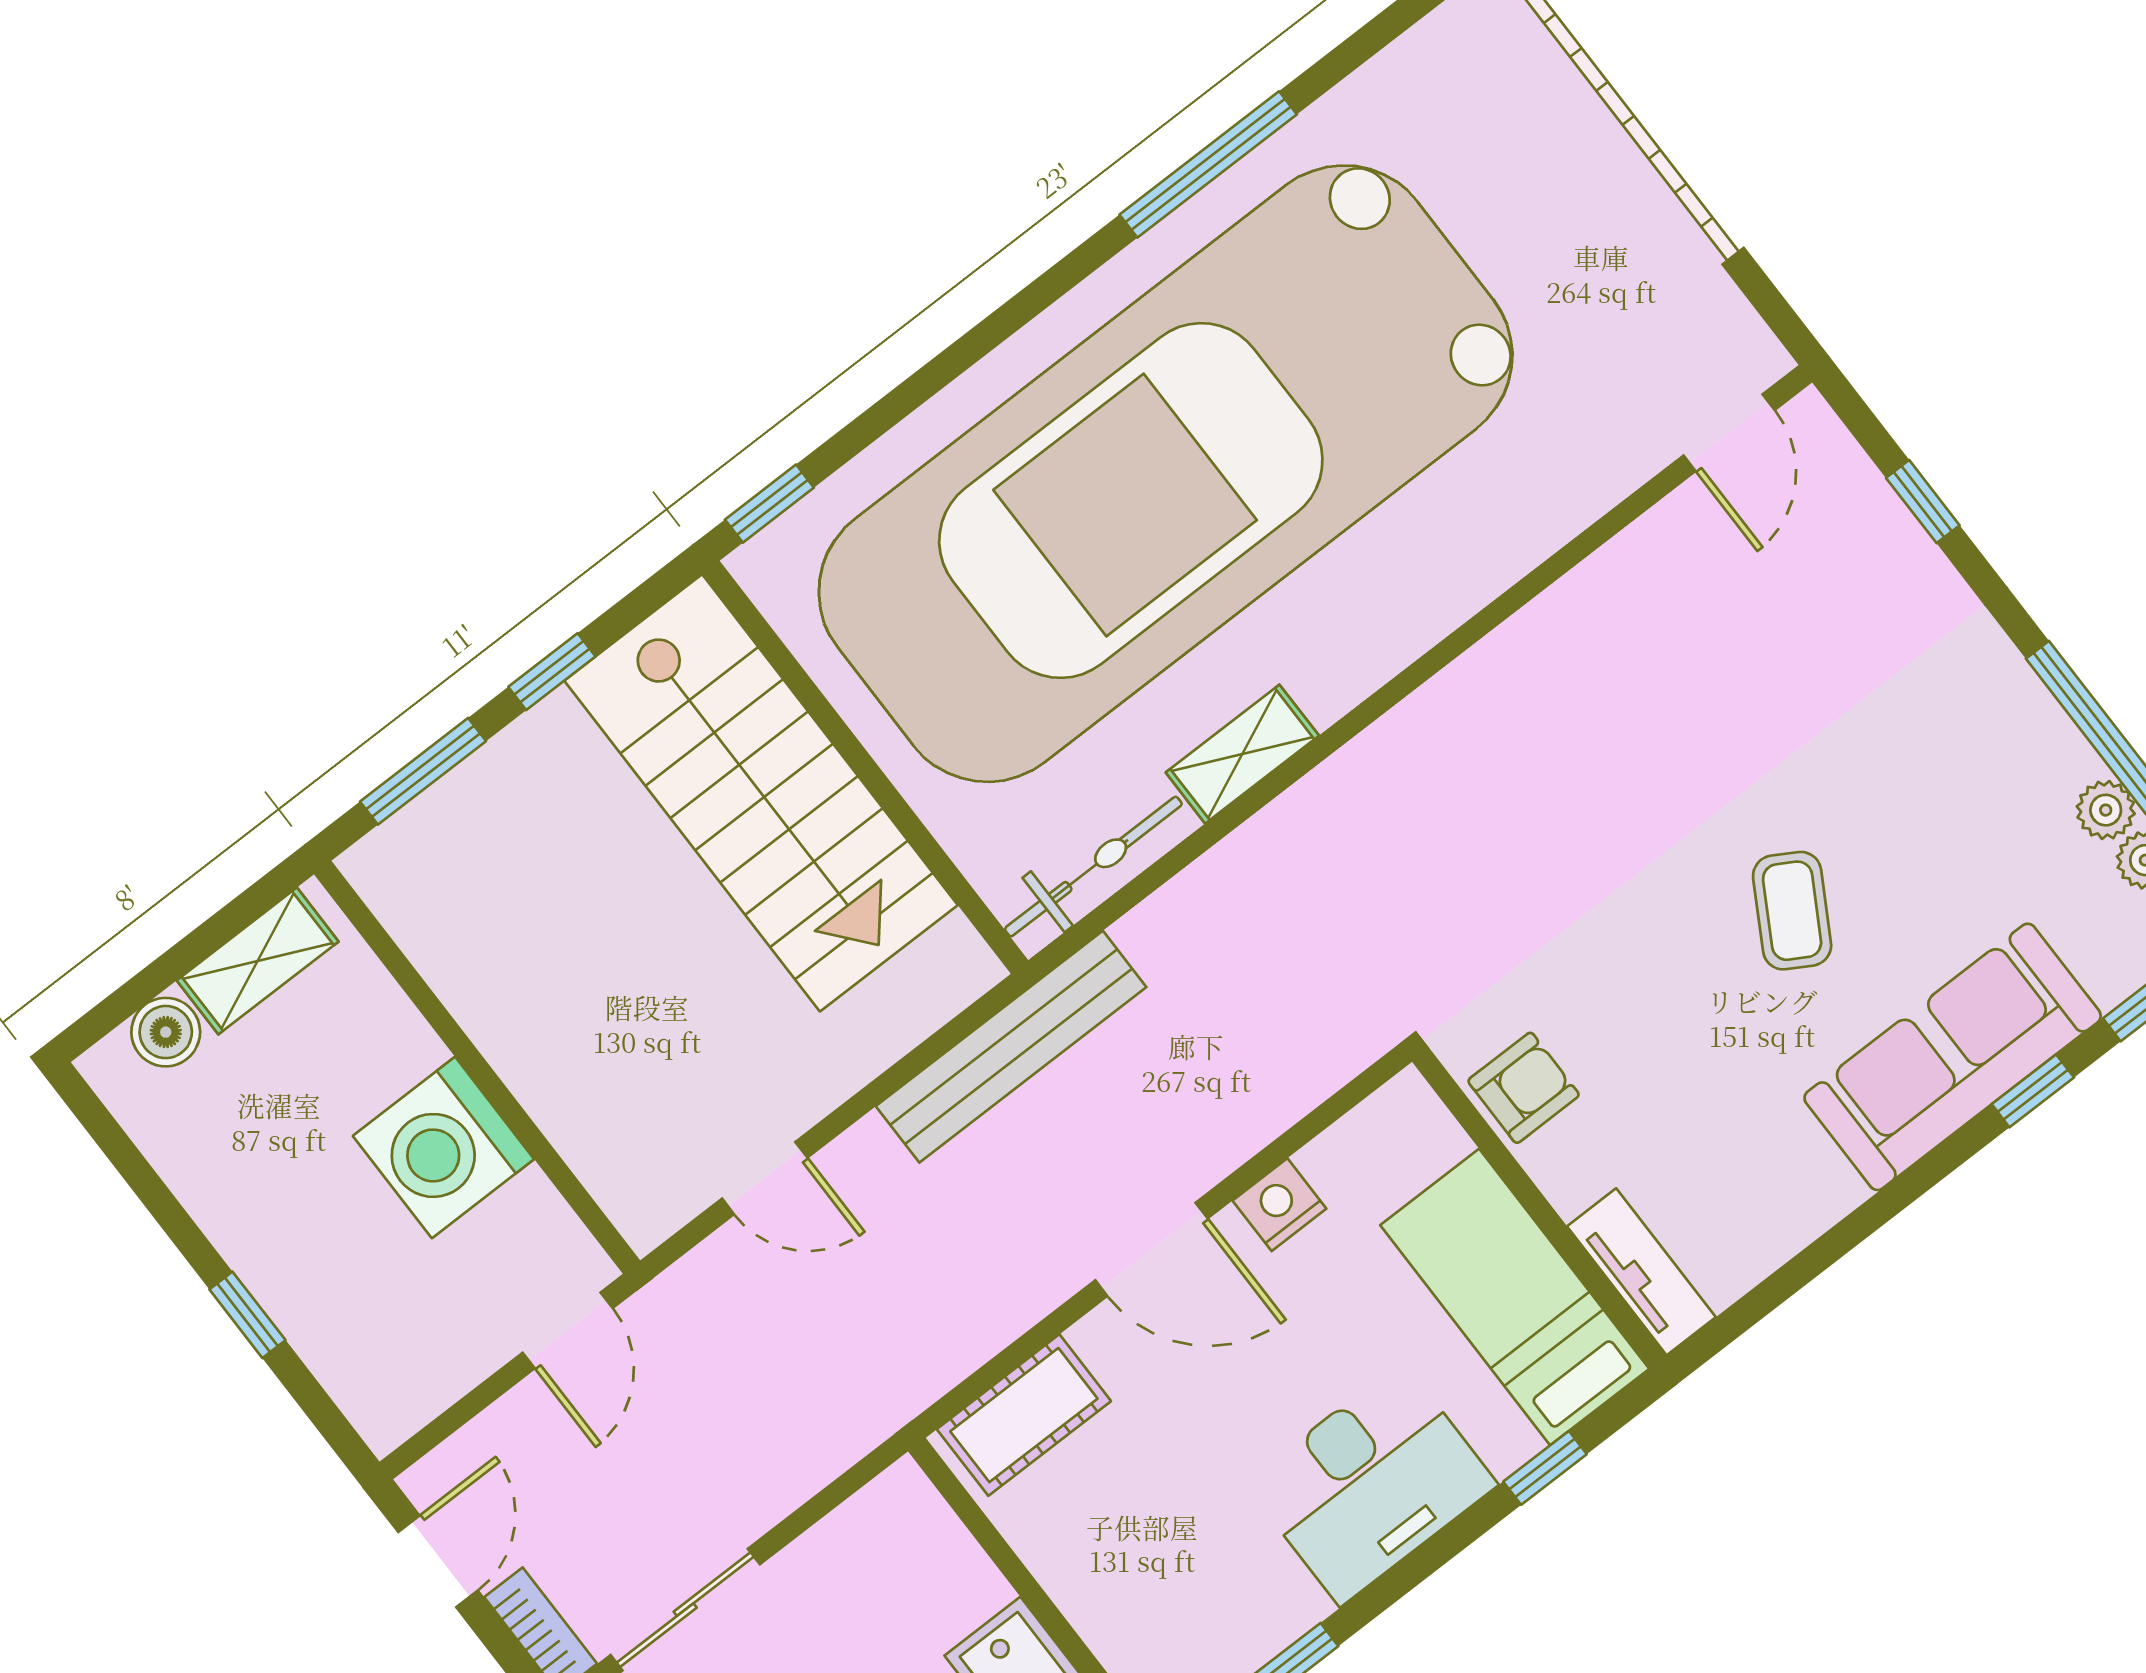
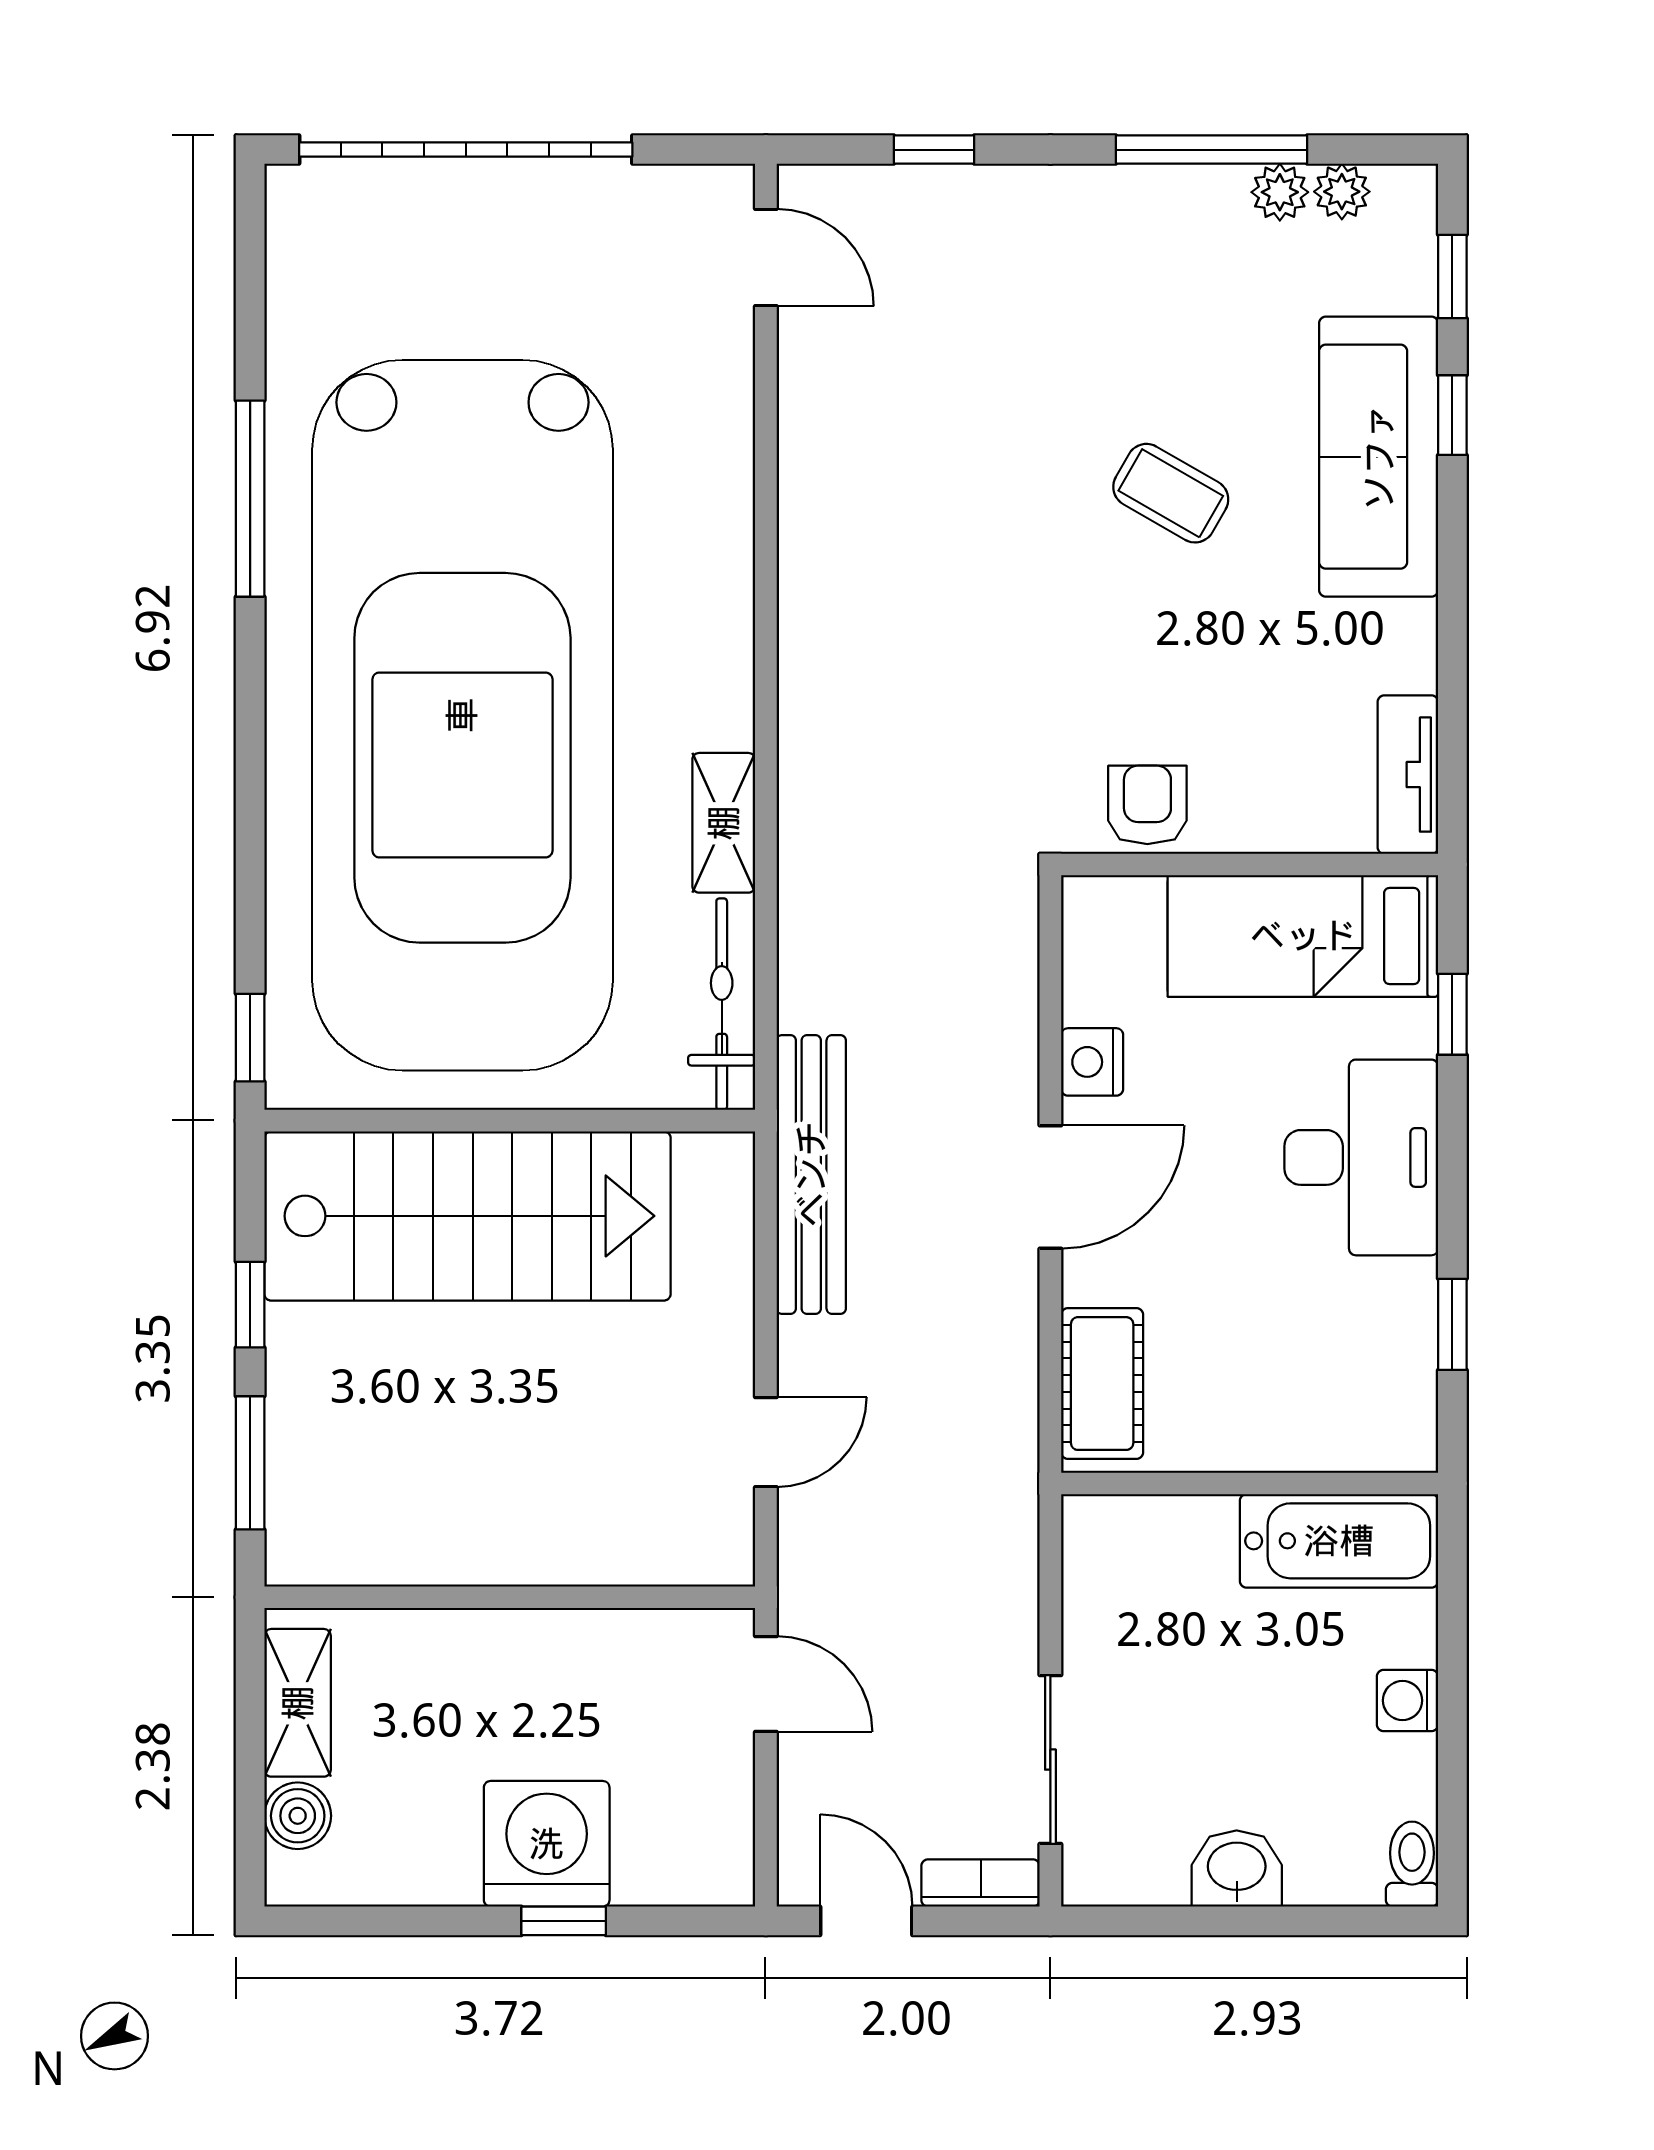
washing machine: (443, 1148) -> (547, 1844), moved, turned 180
tv unit: (1641, 1272) -> (1408, 775), moved, turned -90

